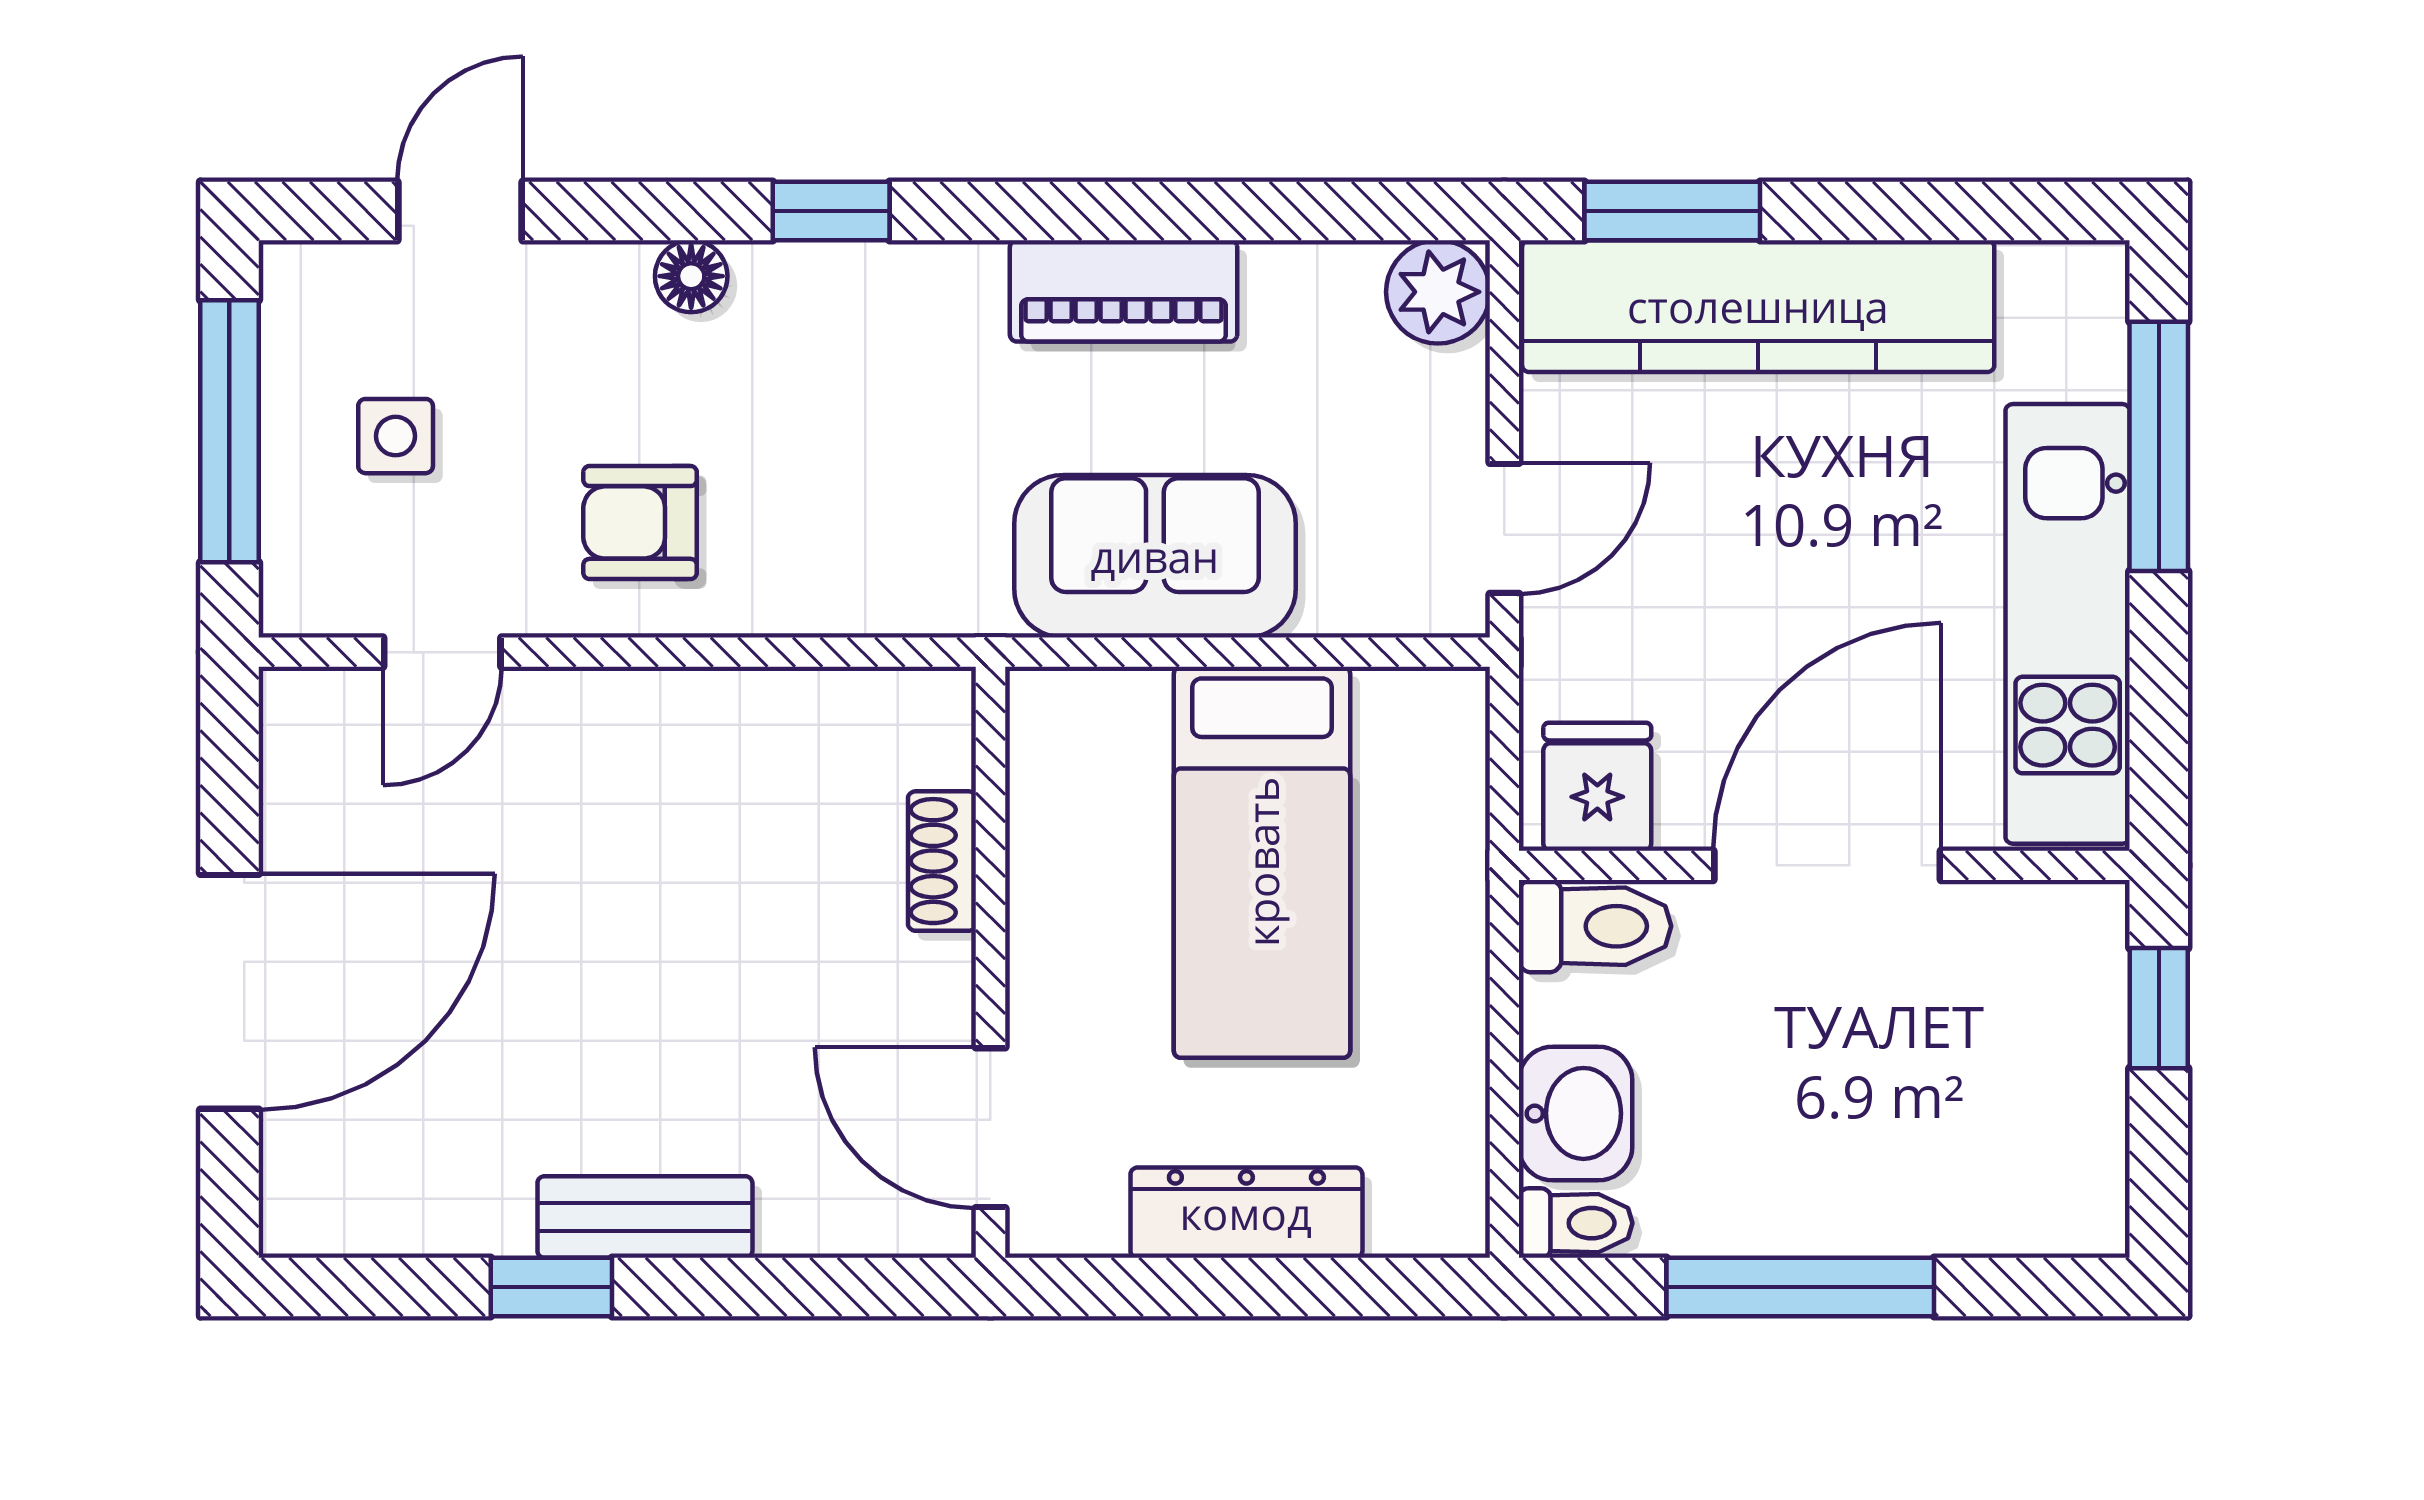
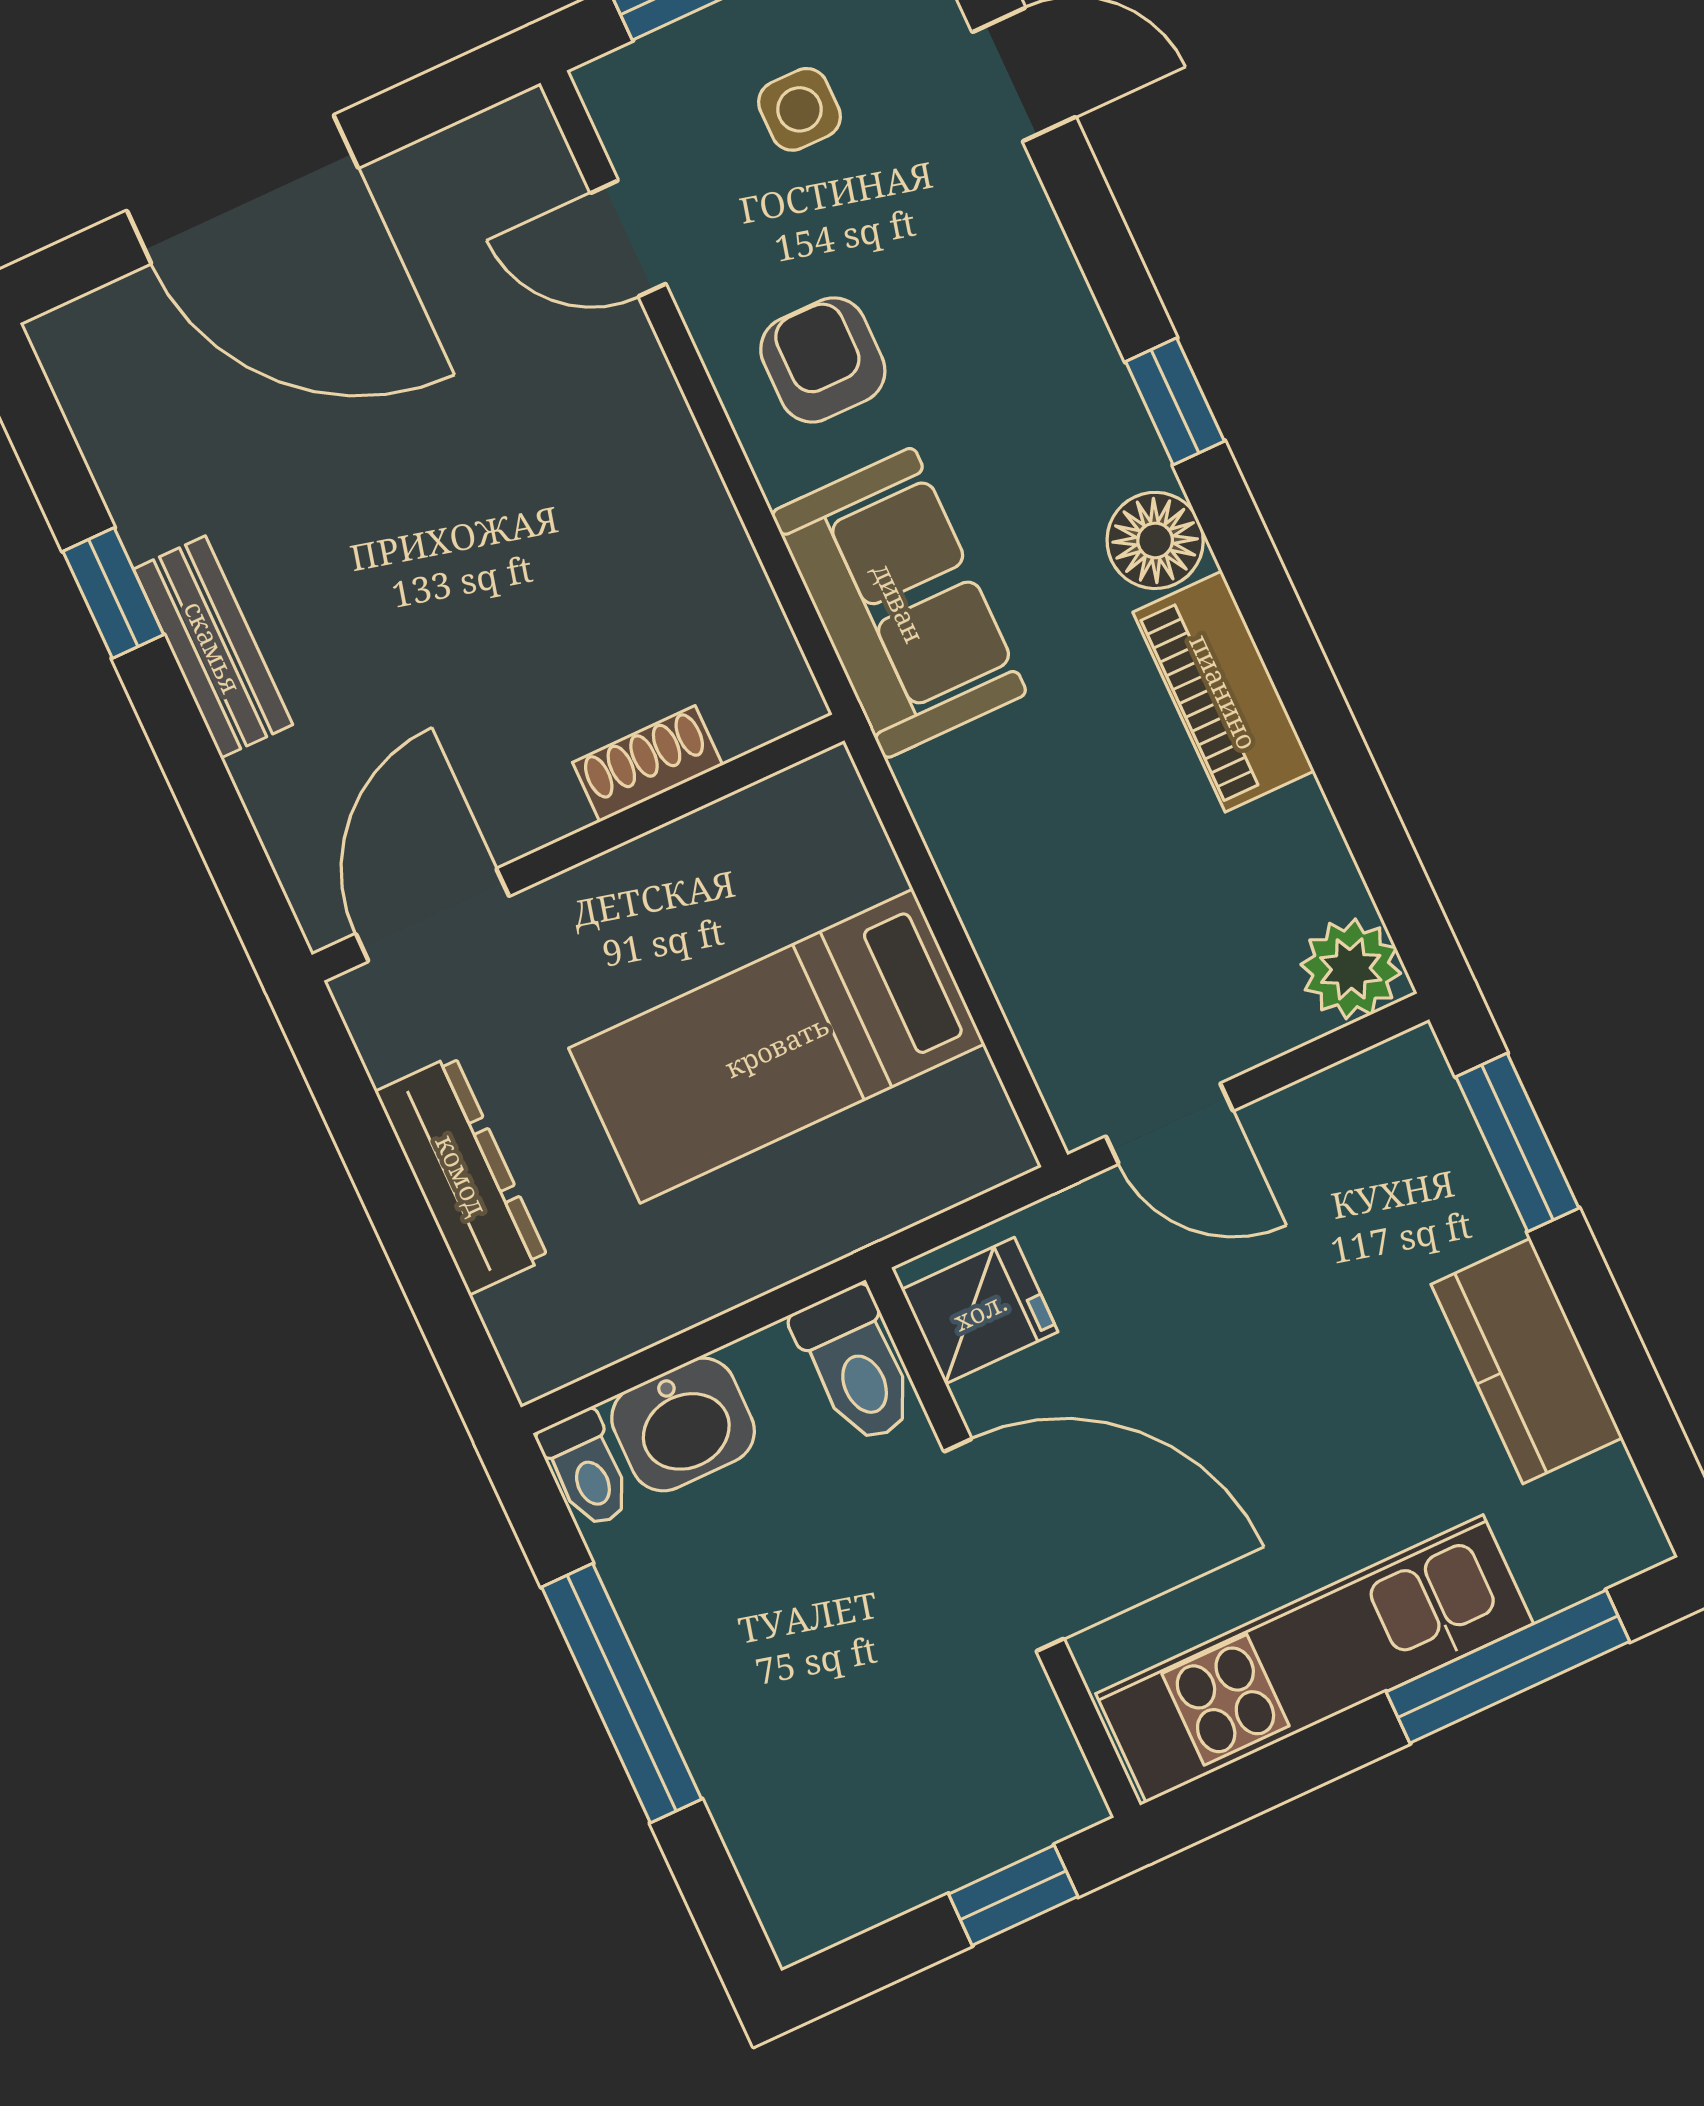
floor lamp: (691, 276) -> (1155, 540), moved, width x1.37, depth x1.37
kitchen counter: (1758, 306) -> (1527, 1361), width x0.48, depth x0.86
sofa: (1155, 556) -> (899, 603), moved

